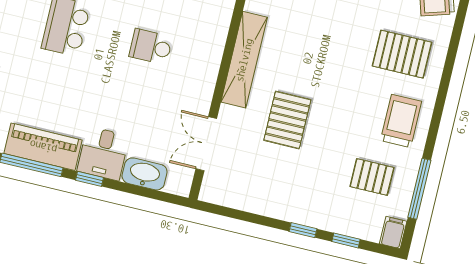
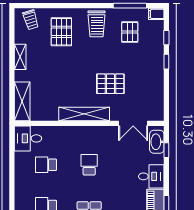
school desk: (151, 47) -> (89, 165), turned 180
trolley: (401, 121) -> (97, 24), turned -90
washbasin: (145, 174) -> (157, 142), moved
window: (89, 179) -> (166, 150), moved

